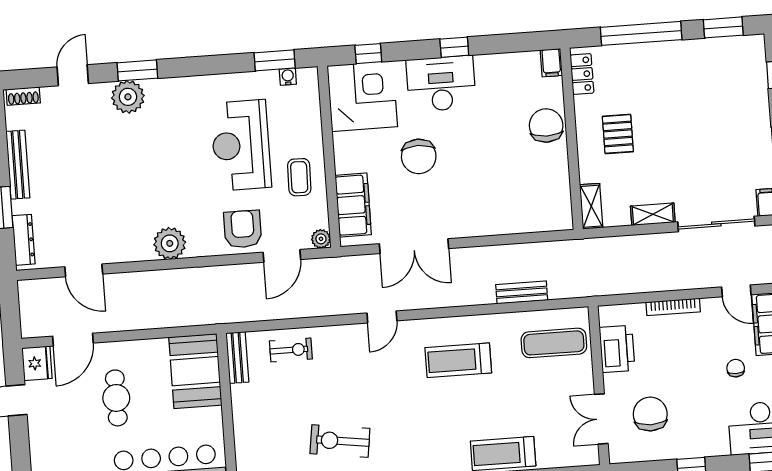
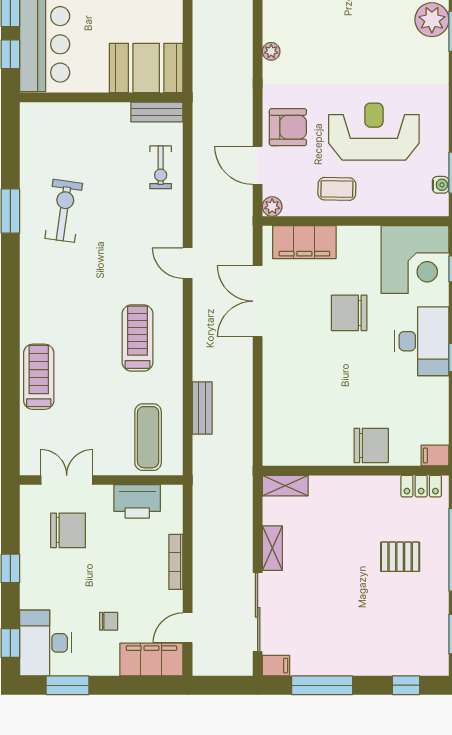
pallet: (618, 134) -> (400, 557), moved
plant: (170, 243) -> (271, 51), width x0.53, depth x0.53

